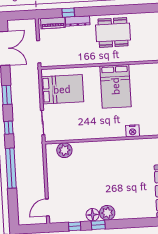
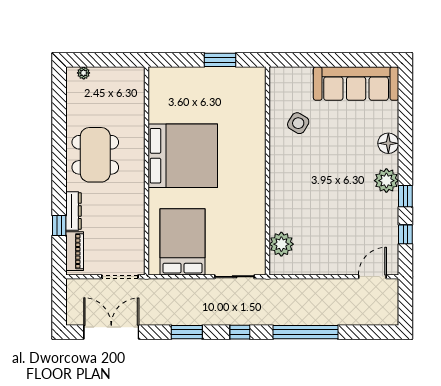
bed: (115, 86) -> (183, 156), width x1.36
nightstand: (133, 131) -> (256, 132), removed
side table: (140, 156) -> (298, 123), added
door: (47, 207) -> (372, 277), swing flipped
floor lamp: (93, 215) -> (388, 143), moved

